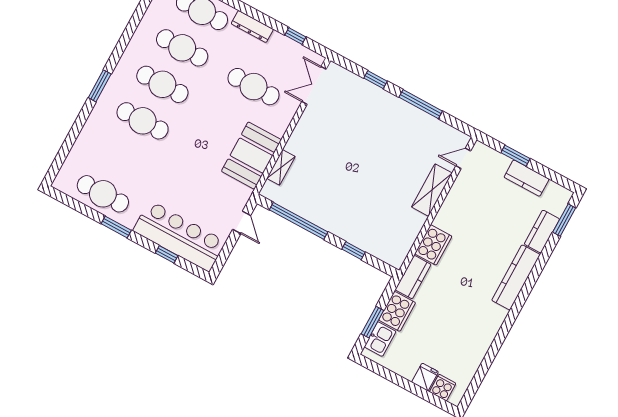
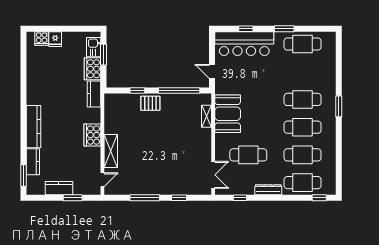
pallet: (345, 225) -> (150, 103), added
cooker: (433, 245) -> (92, 135), moved

